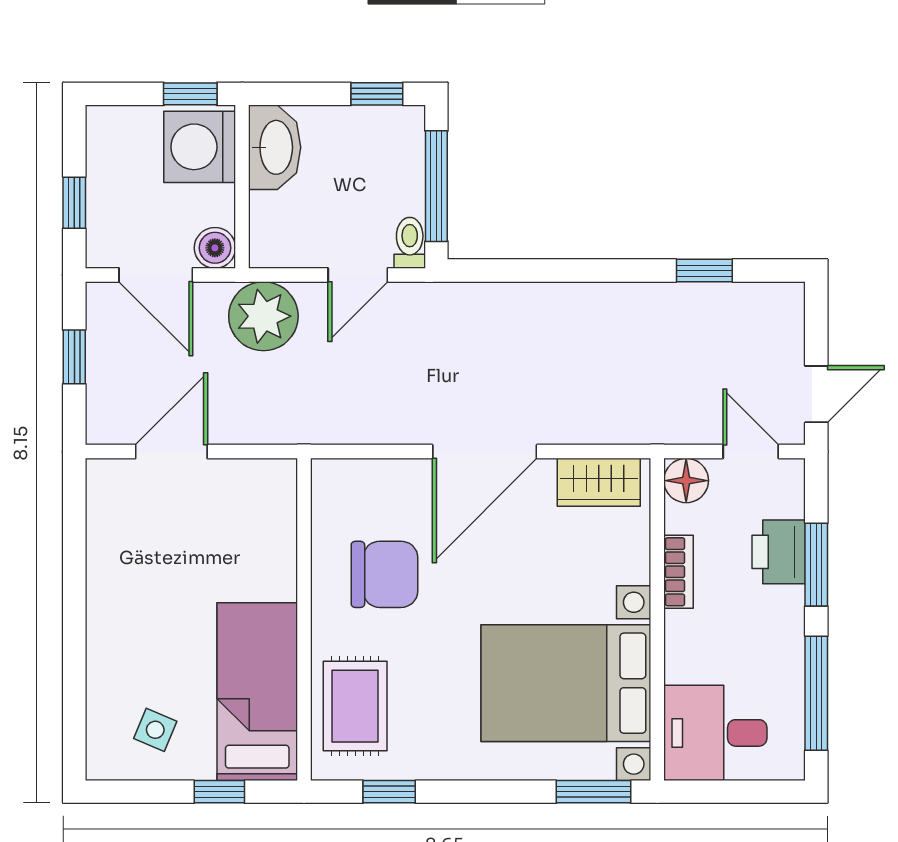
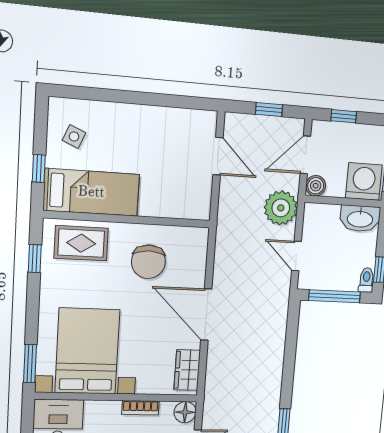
toilet: (410, 243) -> (366, 280), moved, turned -90

